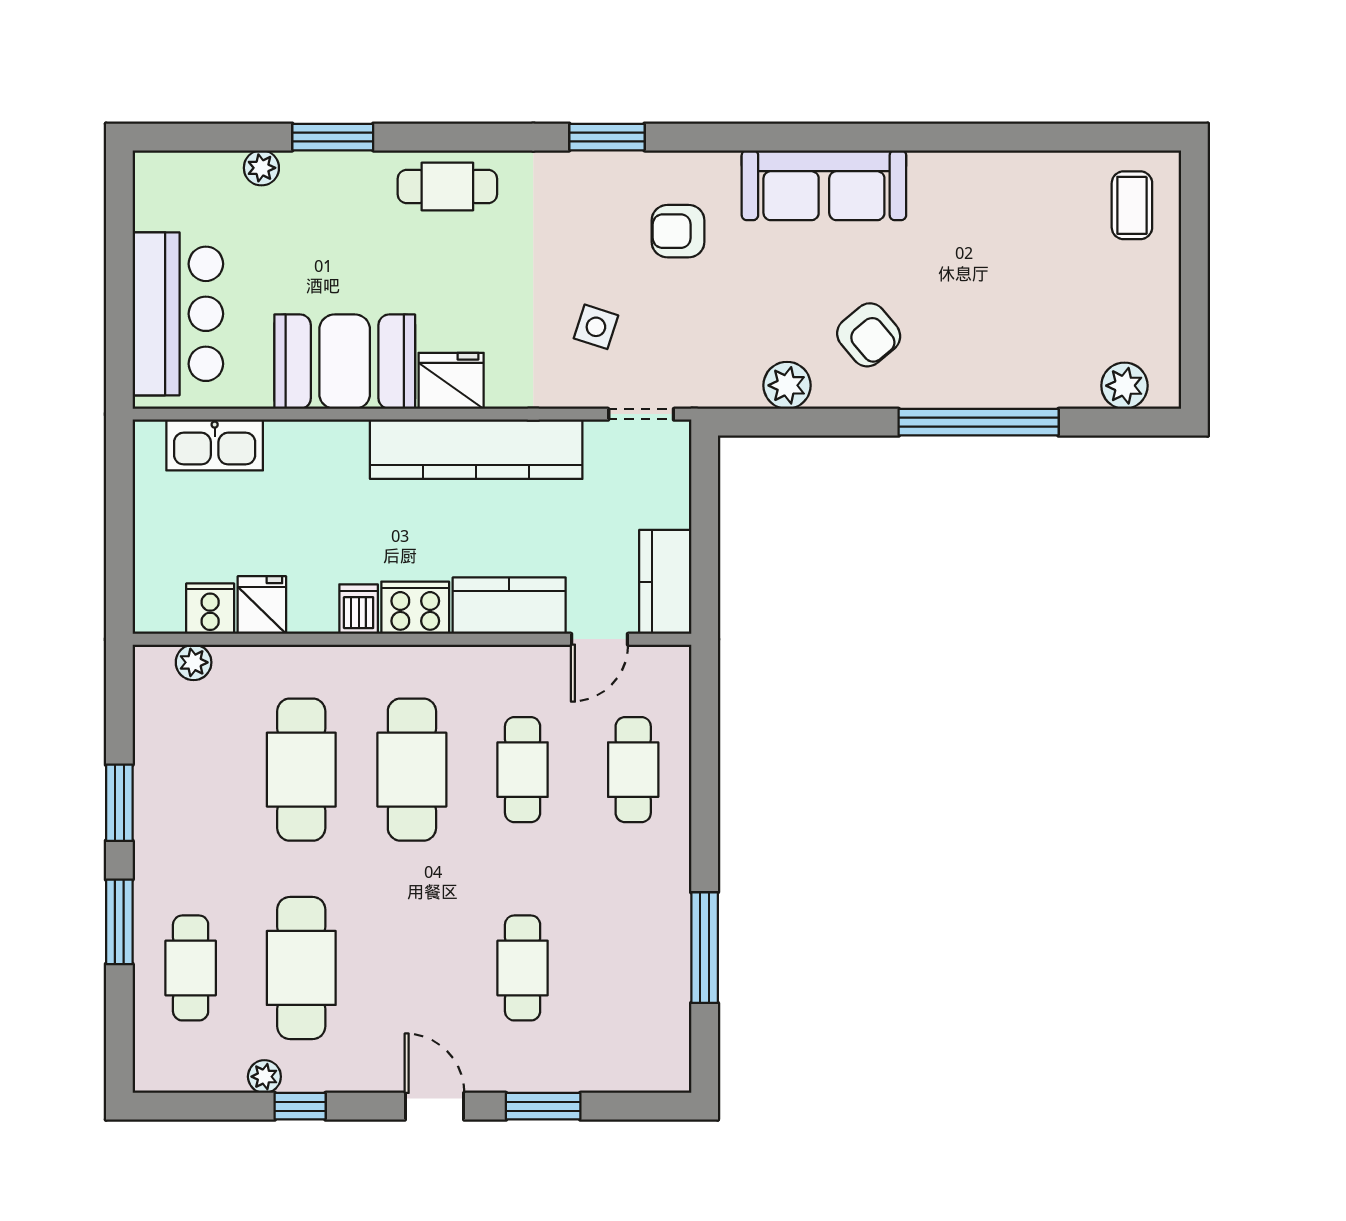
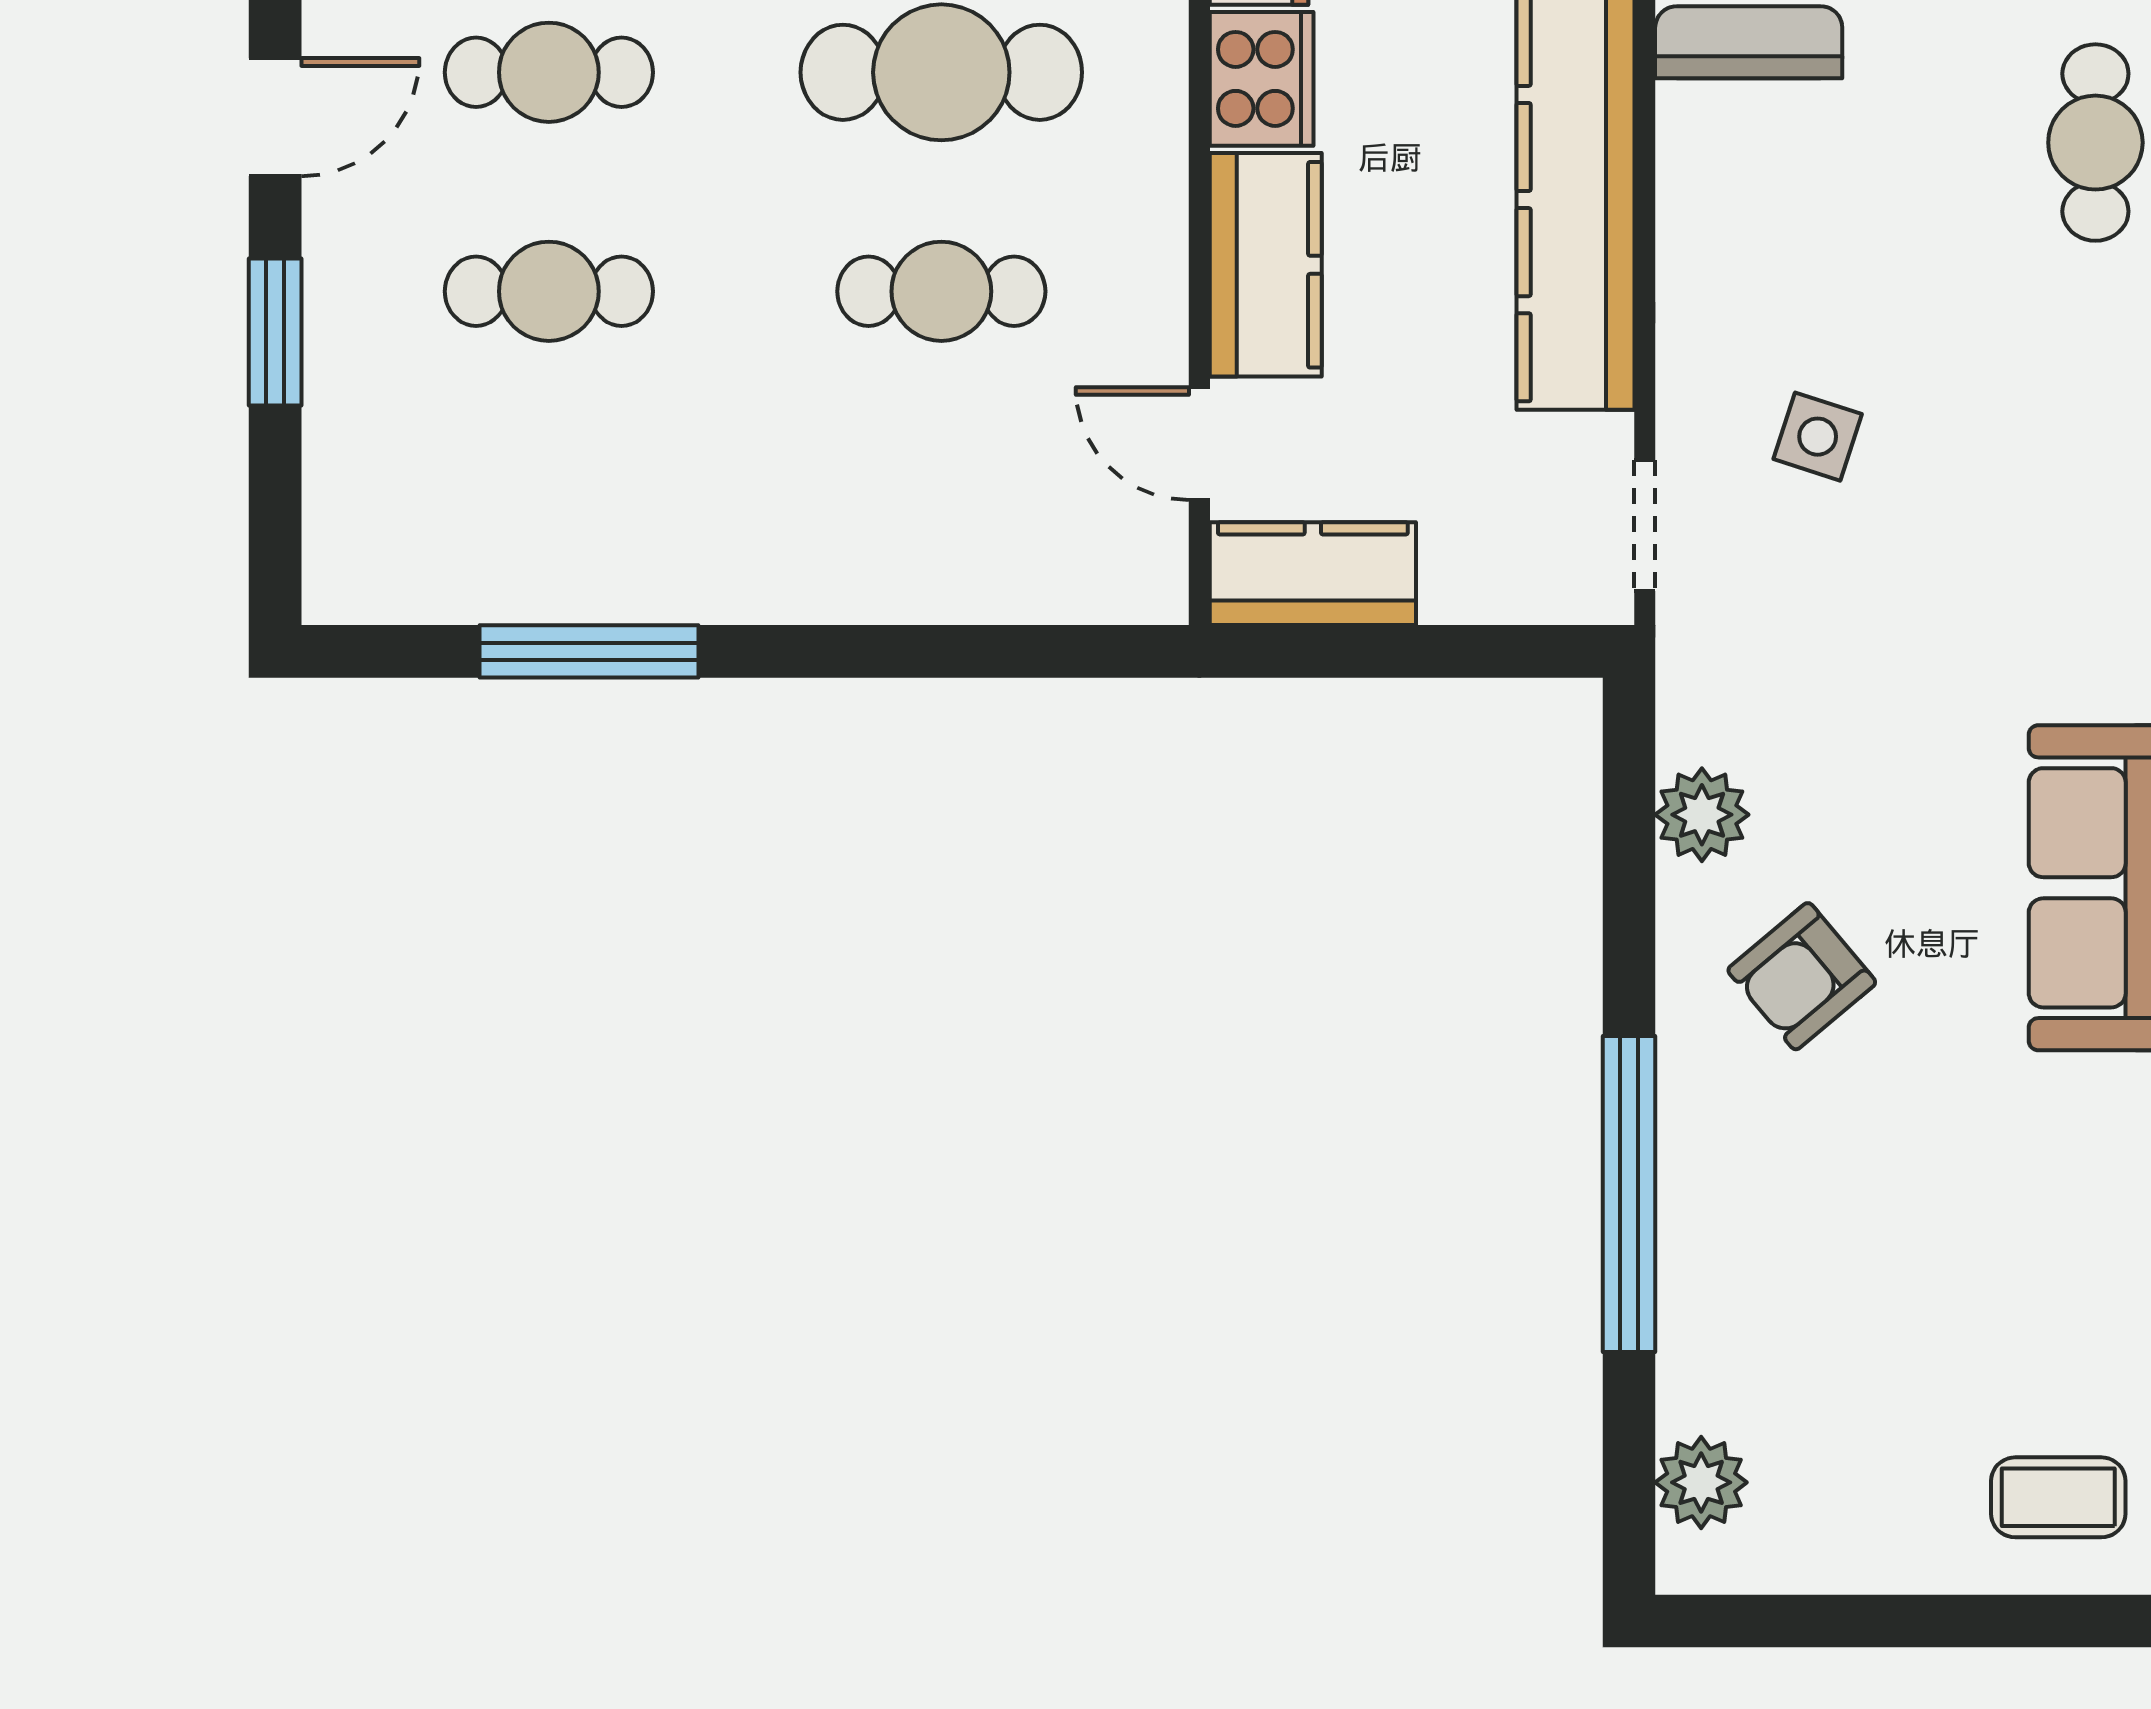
armchair: (678, 231) -> (2007, 599), removed
fridge: (451, 381) -> (1711, 150), removed
cafe table: (633, 770) -> (549, 72), moved

